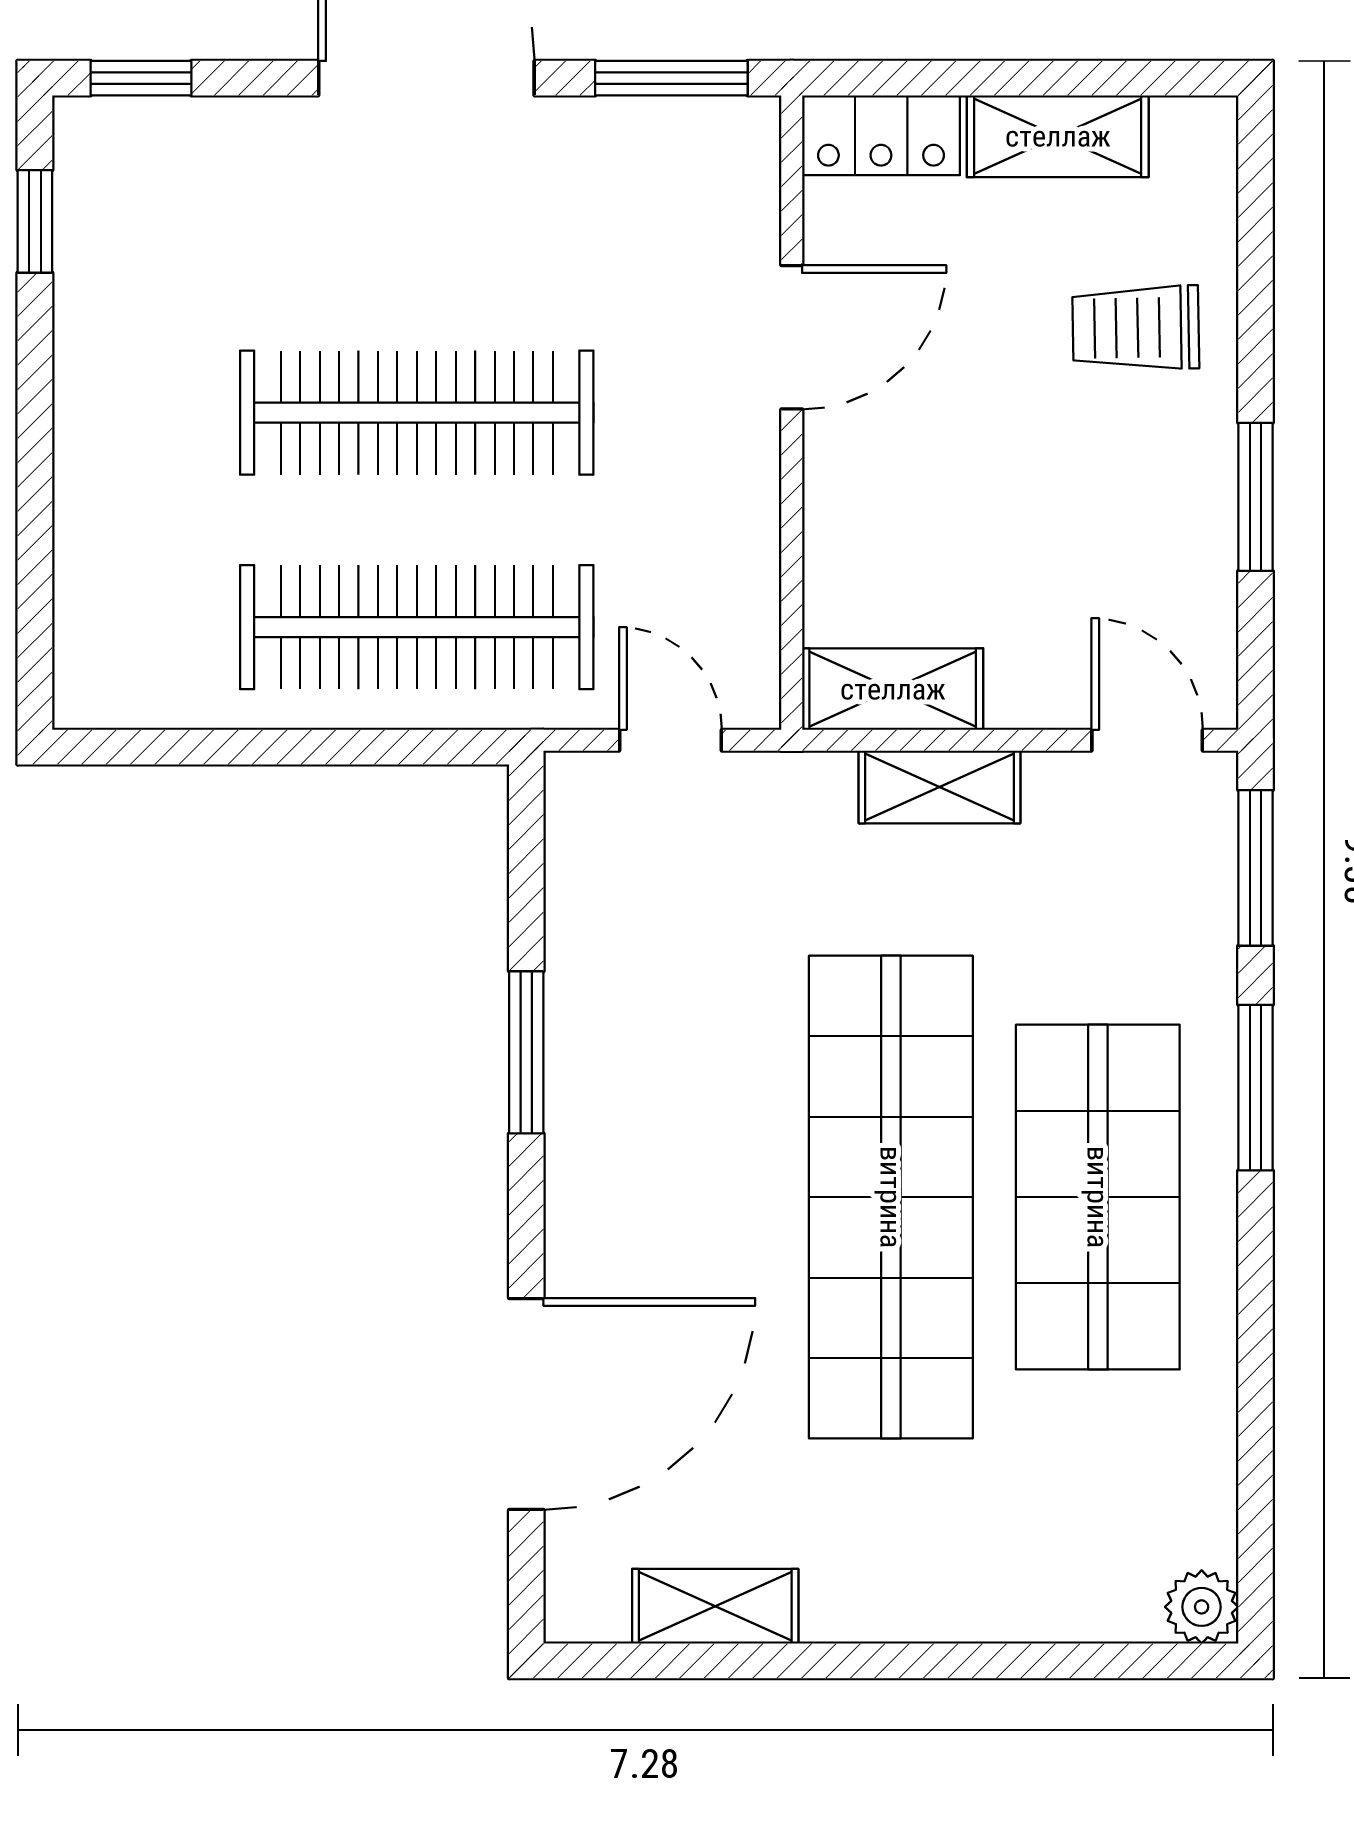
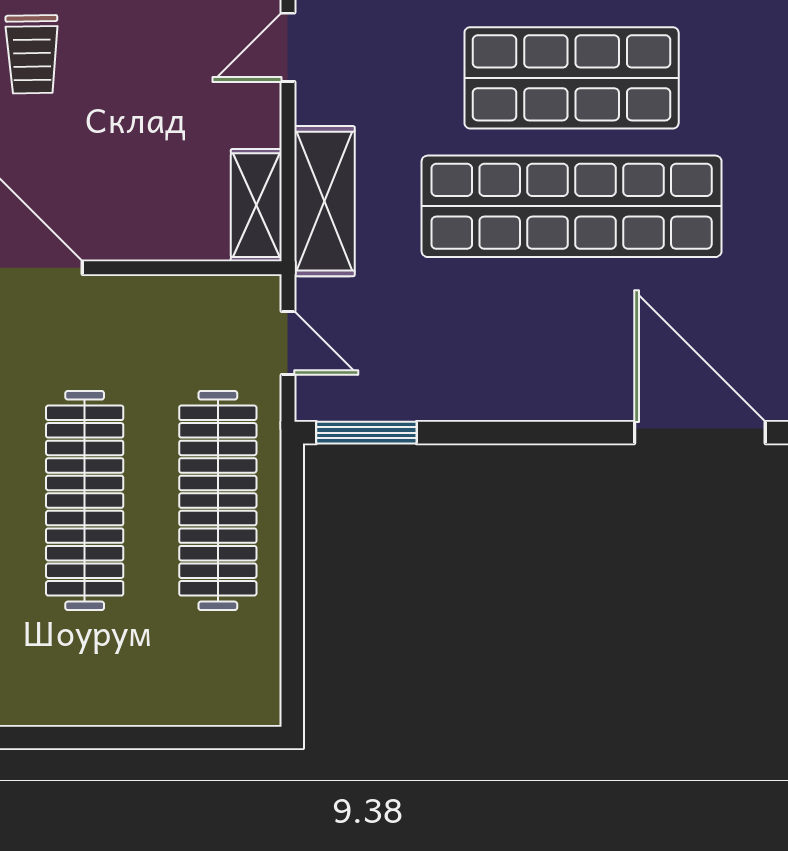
door: (670, 740) -> (288, 343), swing flipped
shelving: (940, 787) -> (324, 201), width x1.50, depth x1.33
window: (526, 1052) -> (366, 433), moved

